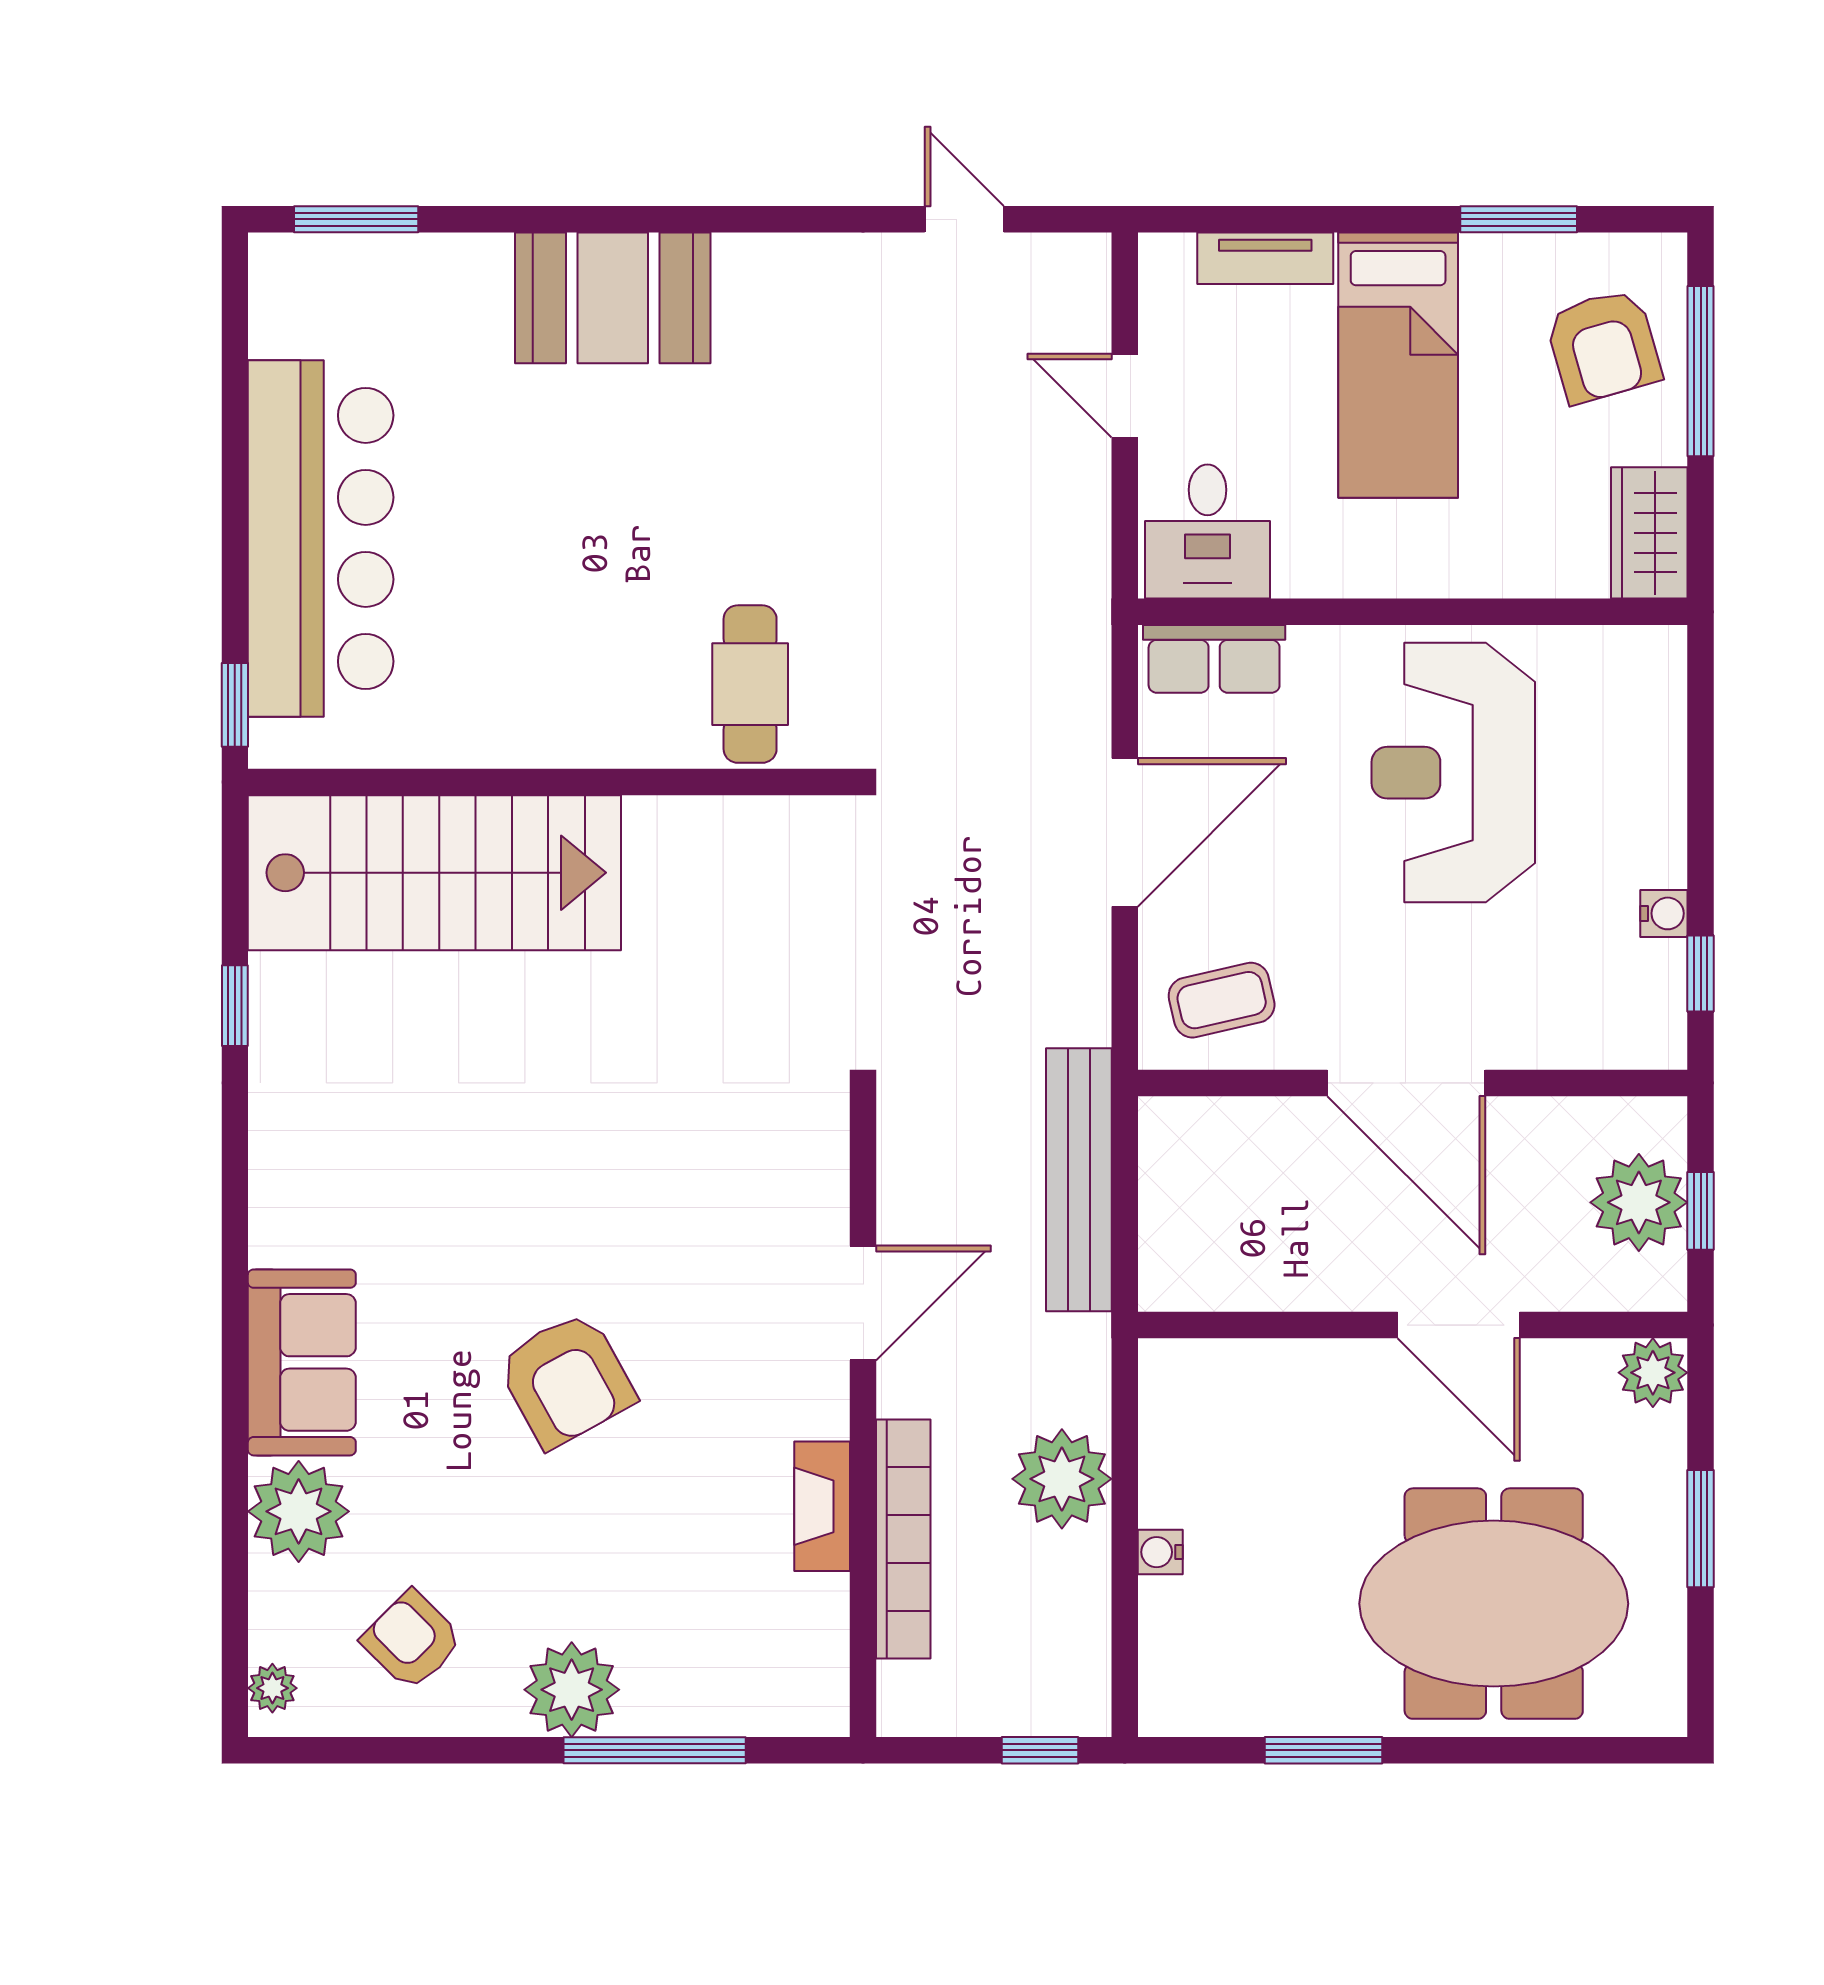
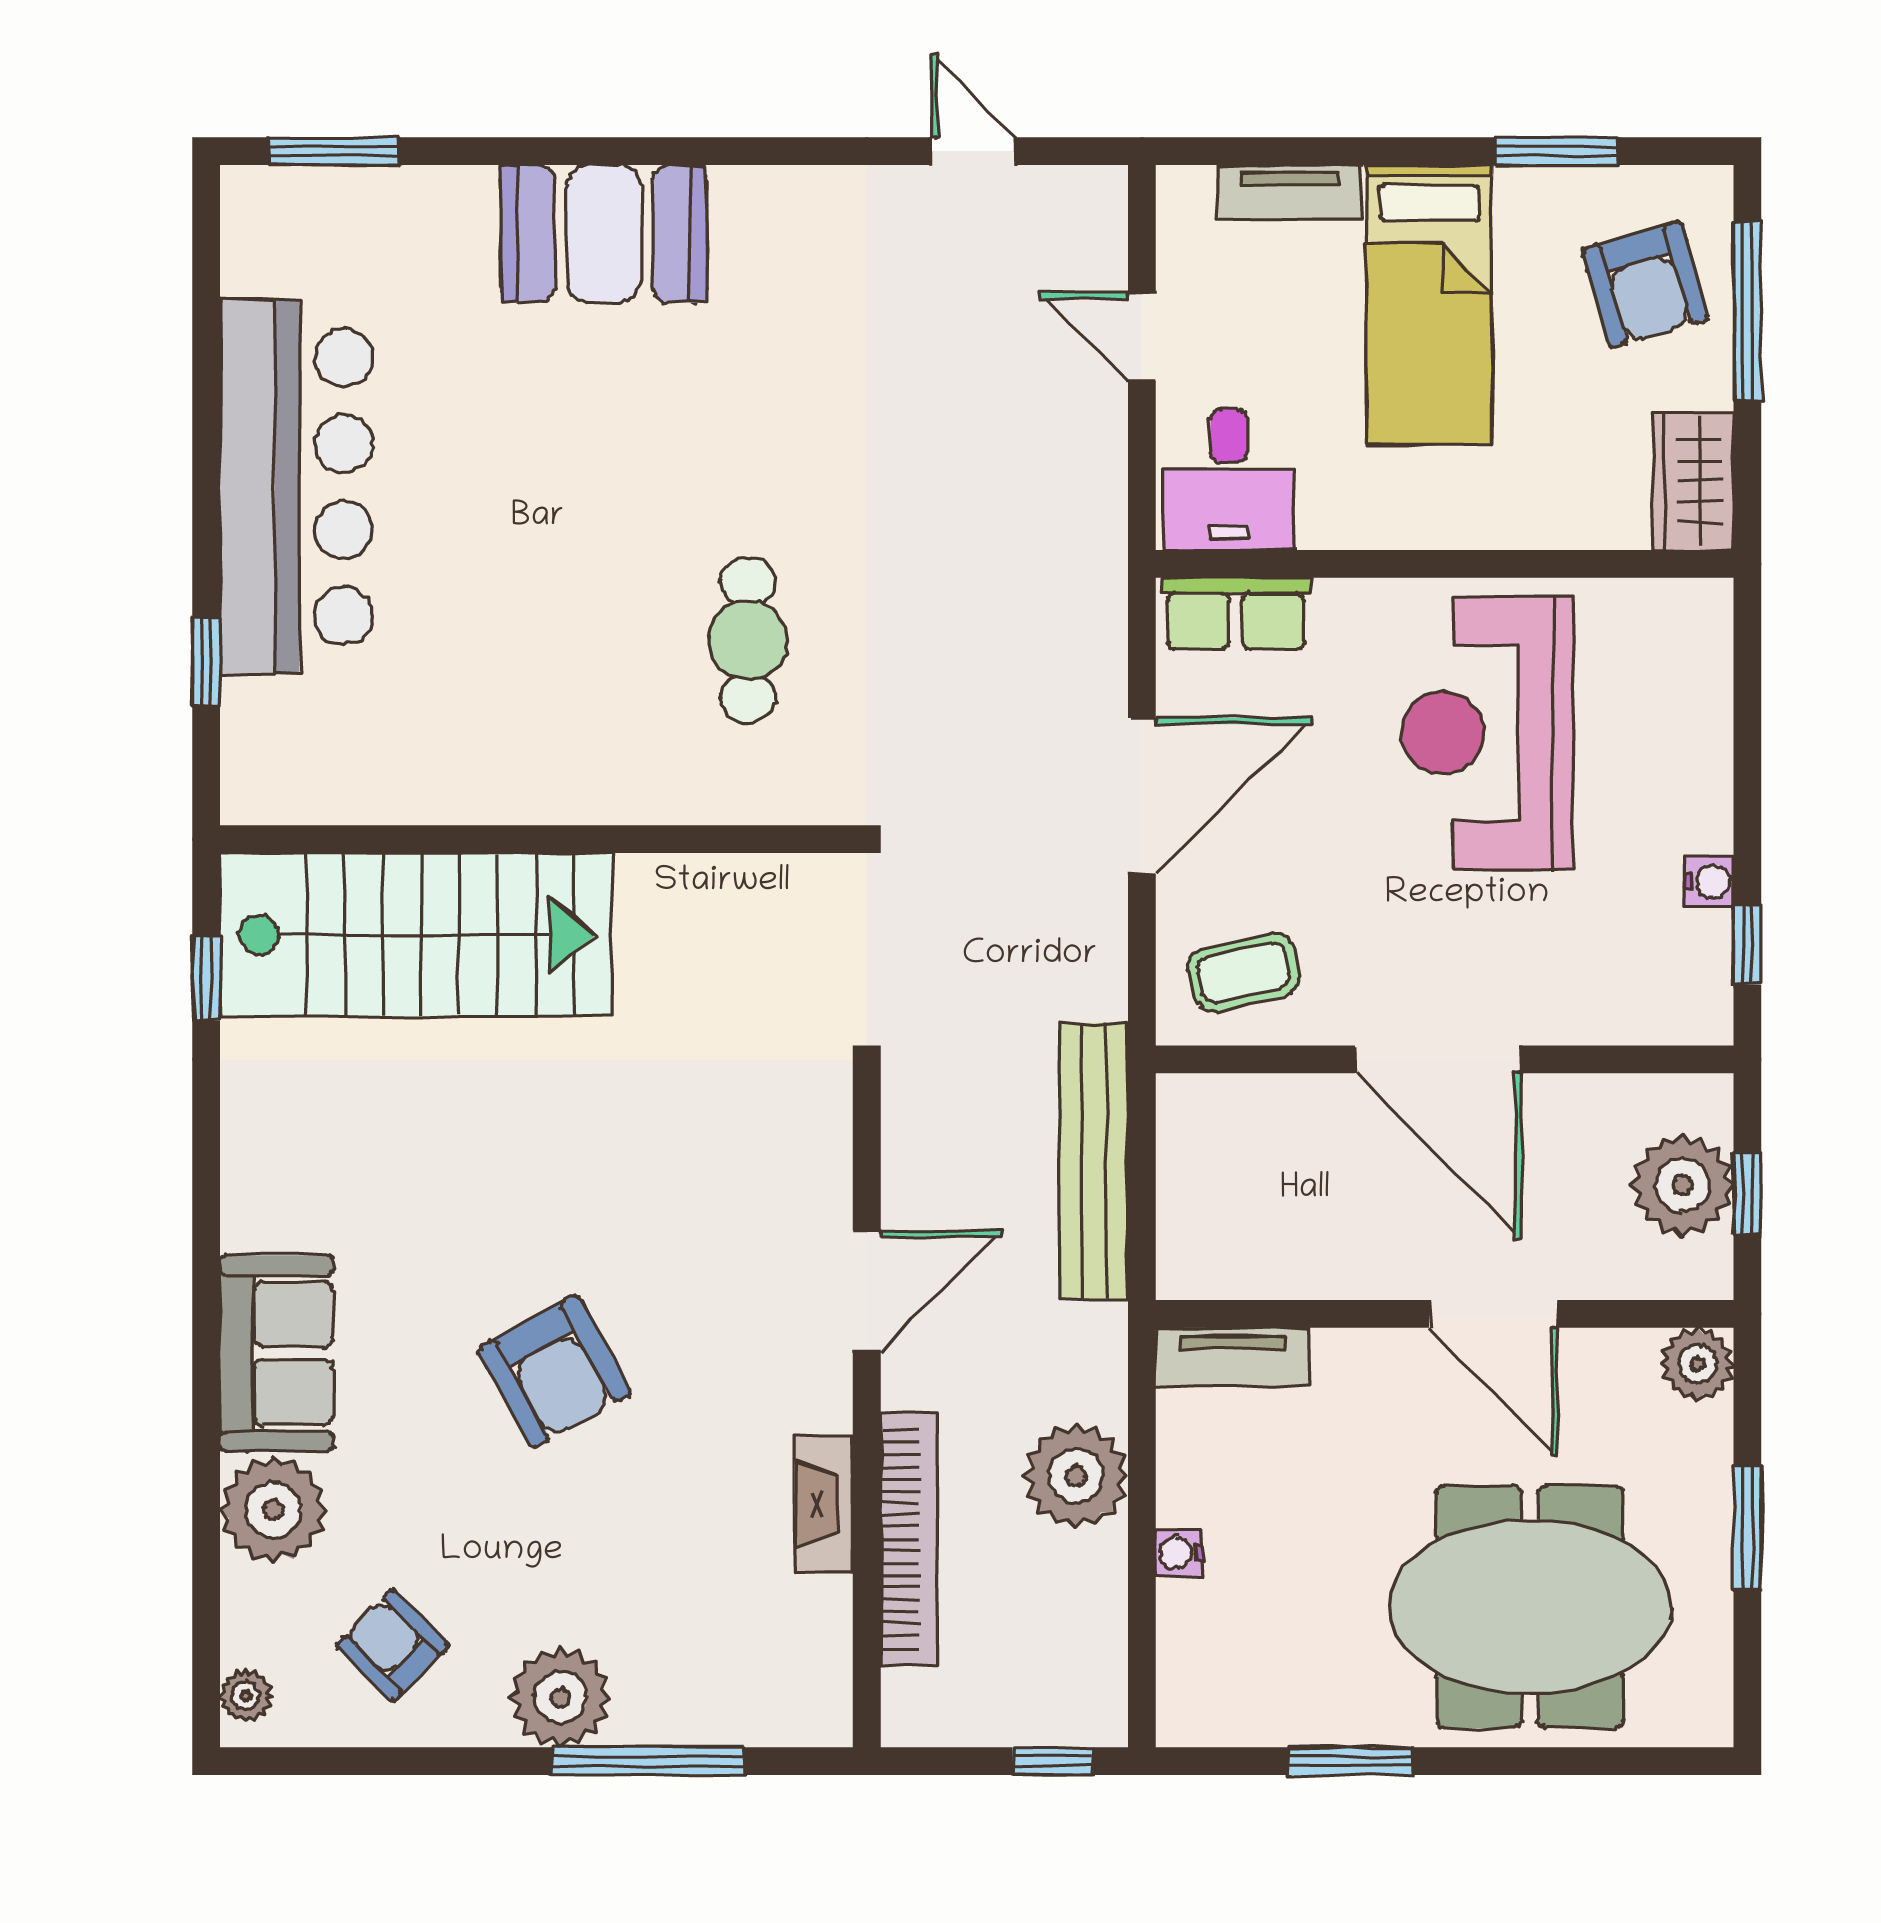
wall: (549, 782) -> (536, 839), moved
stairs: (434, 873) -> (416, 935), moved
tv unit: (1211, 1366) -> (1233, 1357), added

